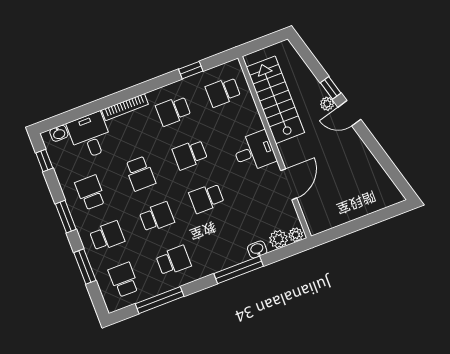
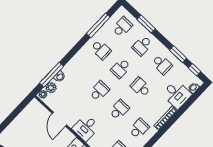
window: (66, 217) -> (178, 54), moved
school desk: (173, 261) -> (101, 50), turned -90
window: (239, 270) -> (52, 75), moved
school desk: (124, 280) -> (122, 27), turned -90

